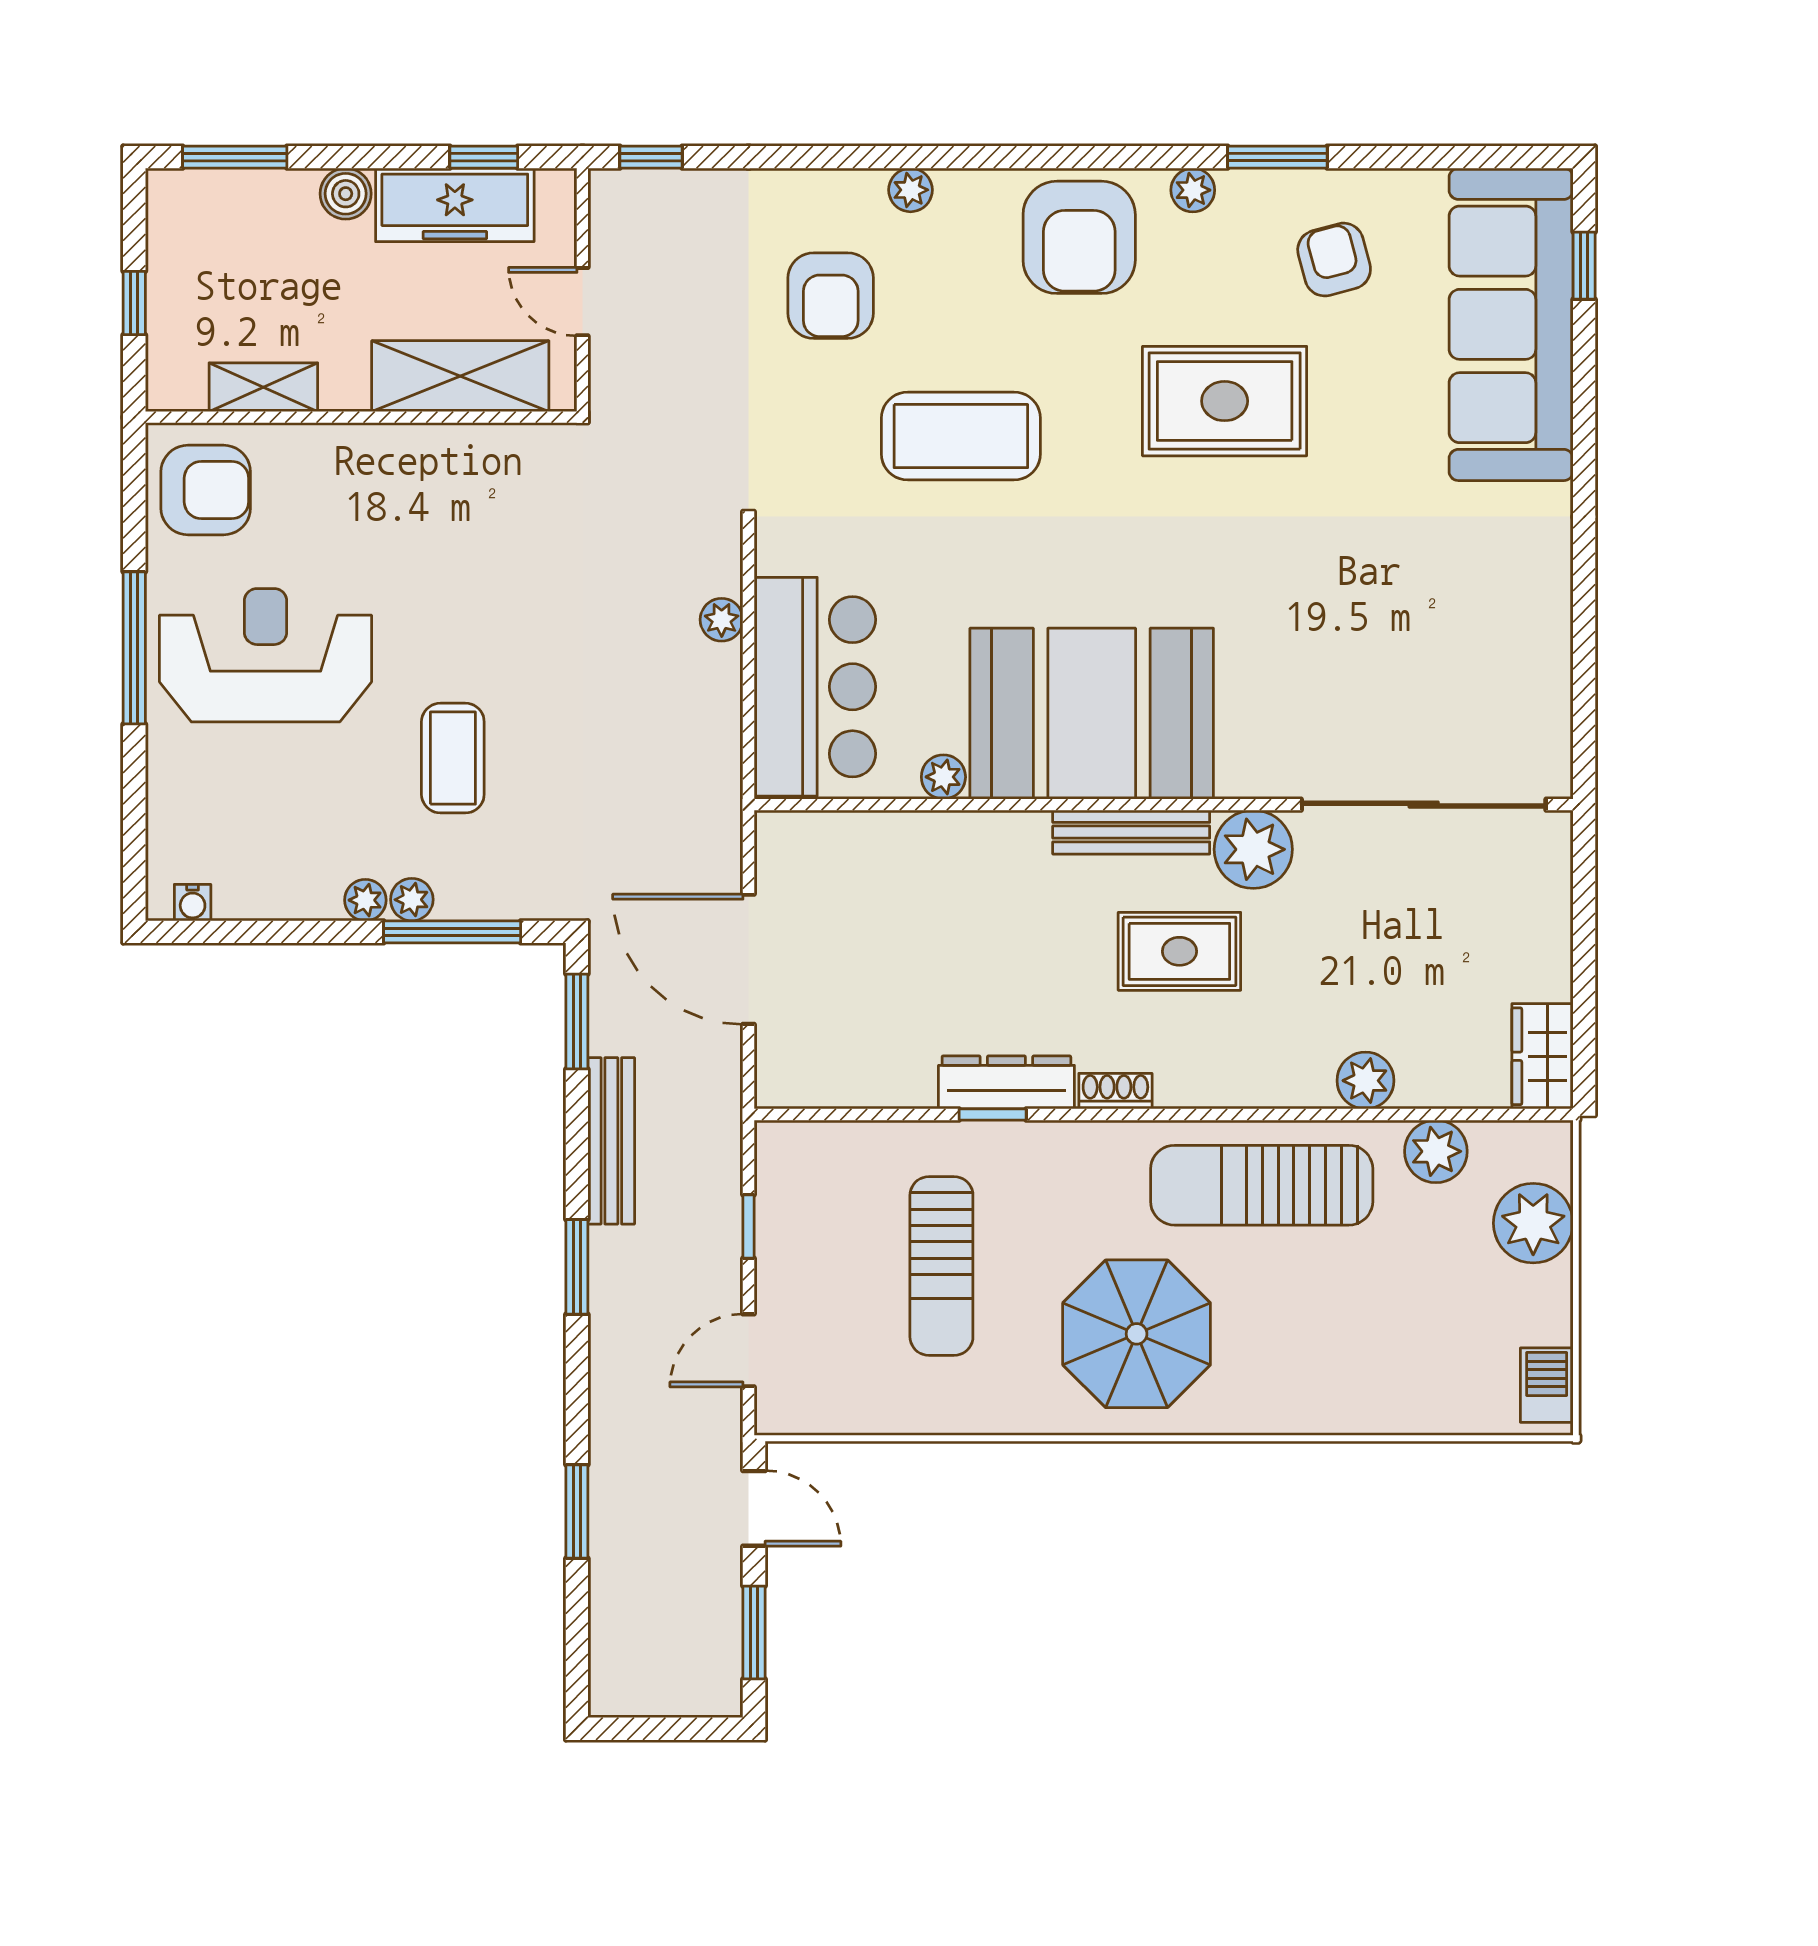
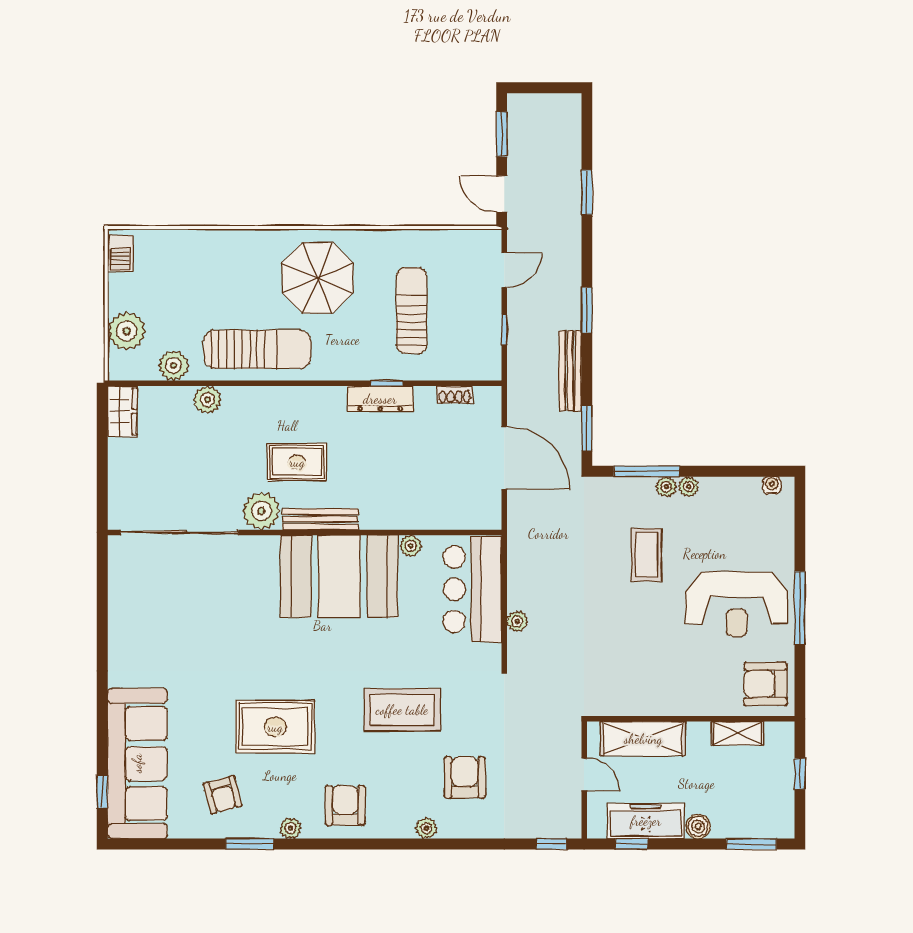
armchair: (1079, 237) -> (345, 805), width x0.73, depth x0.73
shoe rack: (1115, 1091) -> (455, 395), moved

